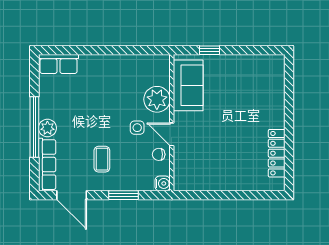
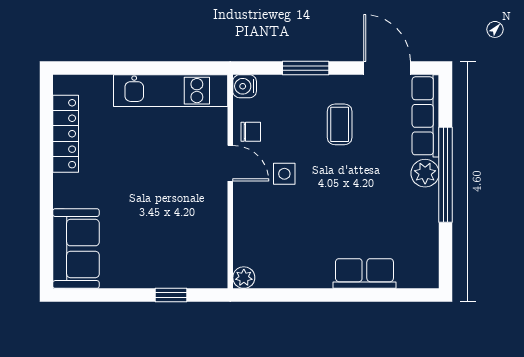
row of seats: (59, 64) -> (364, 273), moved
sofa: (188, 85) -> (76, 249), moved, turned 180
plant: (157, 99) -> (244, 278), moved, width x0.53, depth x0.53
kitchen unit: (210, 181) -> (171, 91), added

